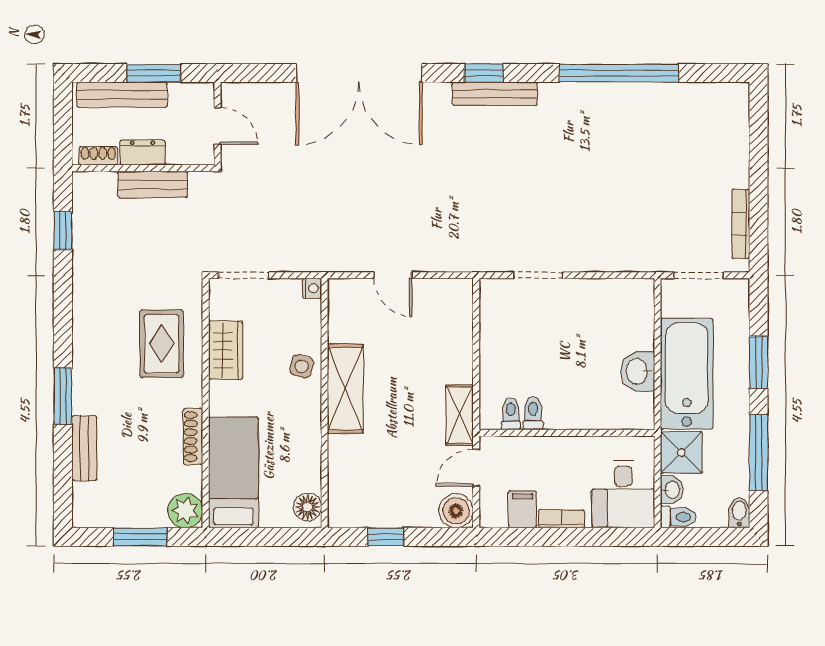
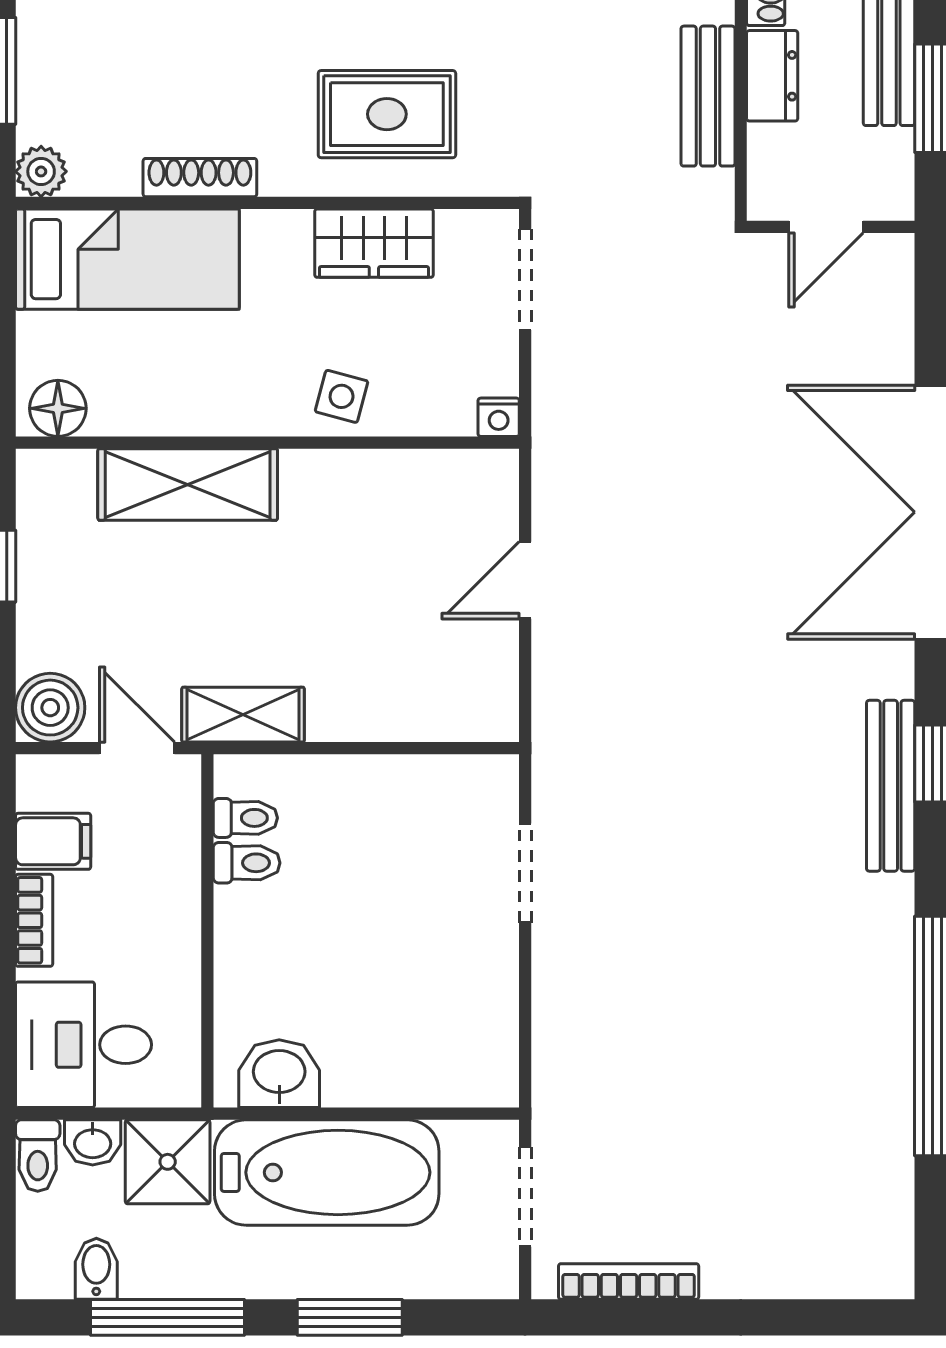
washbasin: (638, 371) -> (279, 1074), moved
shelving: (345, 389) -> (188, 484), moved
plant: (185, 511) -> (41, 171), width x0.73, depth x0.73
bidet: (739, 513) -> (96, 1269), moved, turned -90

